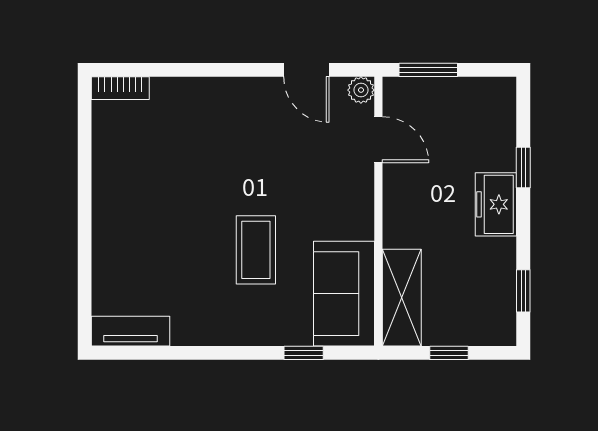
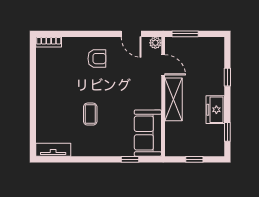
armchair: (229, 126) -> (97, 59), added
freezer: (496, 204) -> (215, 110), moved
coffee table: (256, 250) -> (90, 114), moved, width x0.73, depth x0.77
shelving: (402, 298) -> (173, 99), moved

